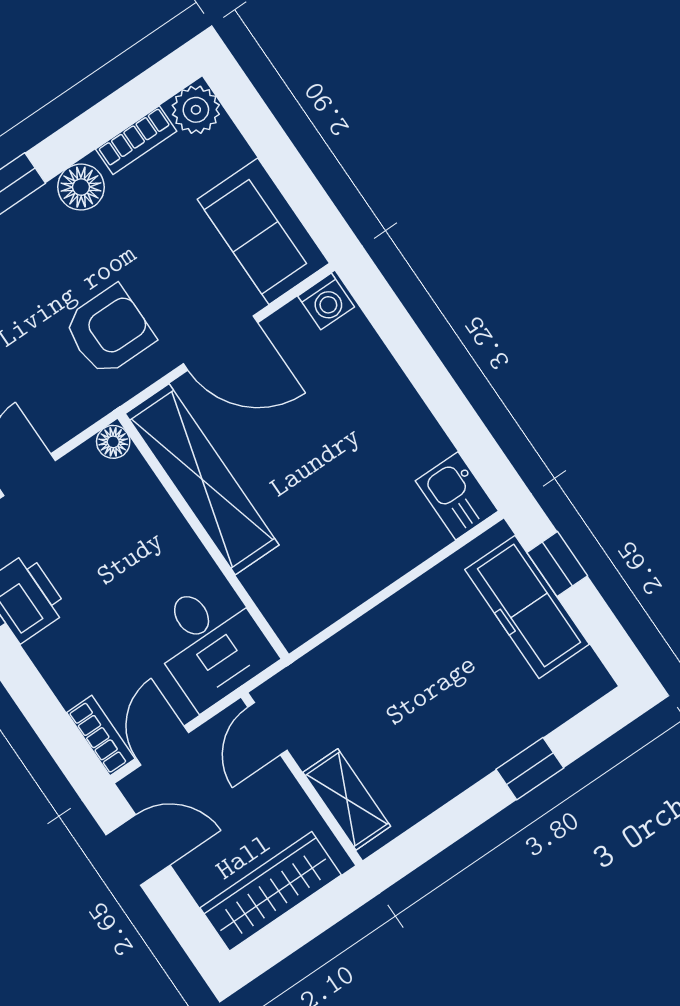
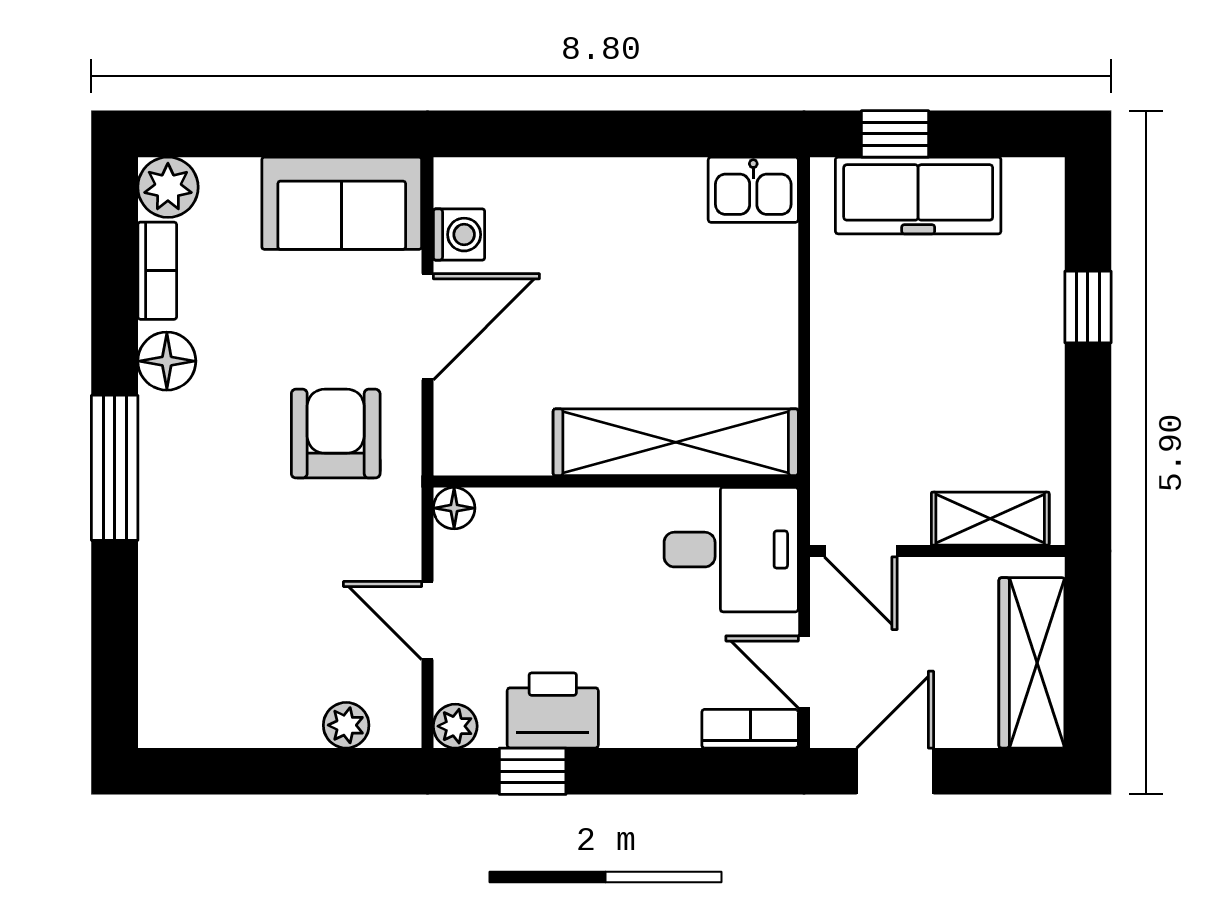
washing machine: (326, 301) -> (459, 235), moved
shelving: (202, 479) -> (676, 442), moved

